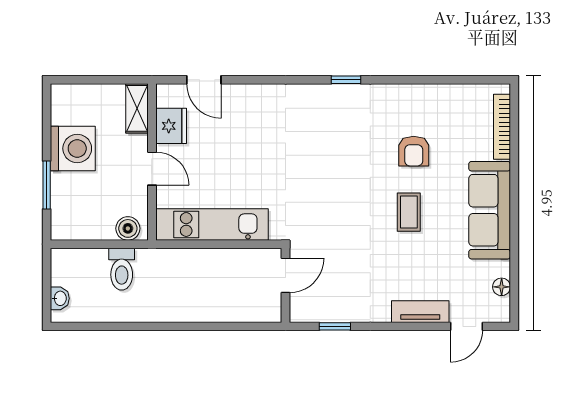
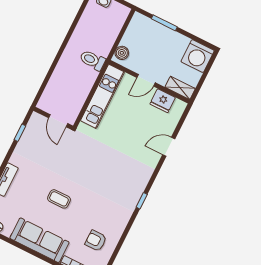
door: (204, 80) -> (169, 147), moved
washing machine: (73, 148) -> (198, 56), moved
armchair: (414, 151) -> (96, 241), moved
toilet: (122, 269) -> (92, 60), moved

